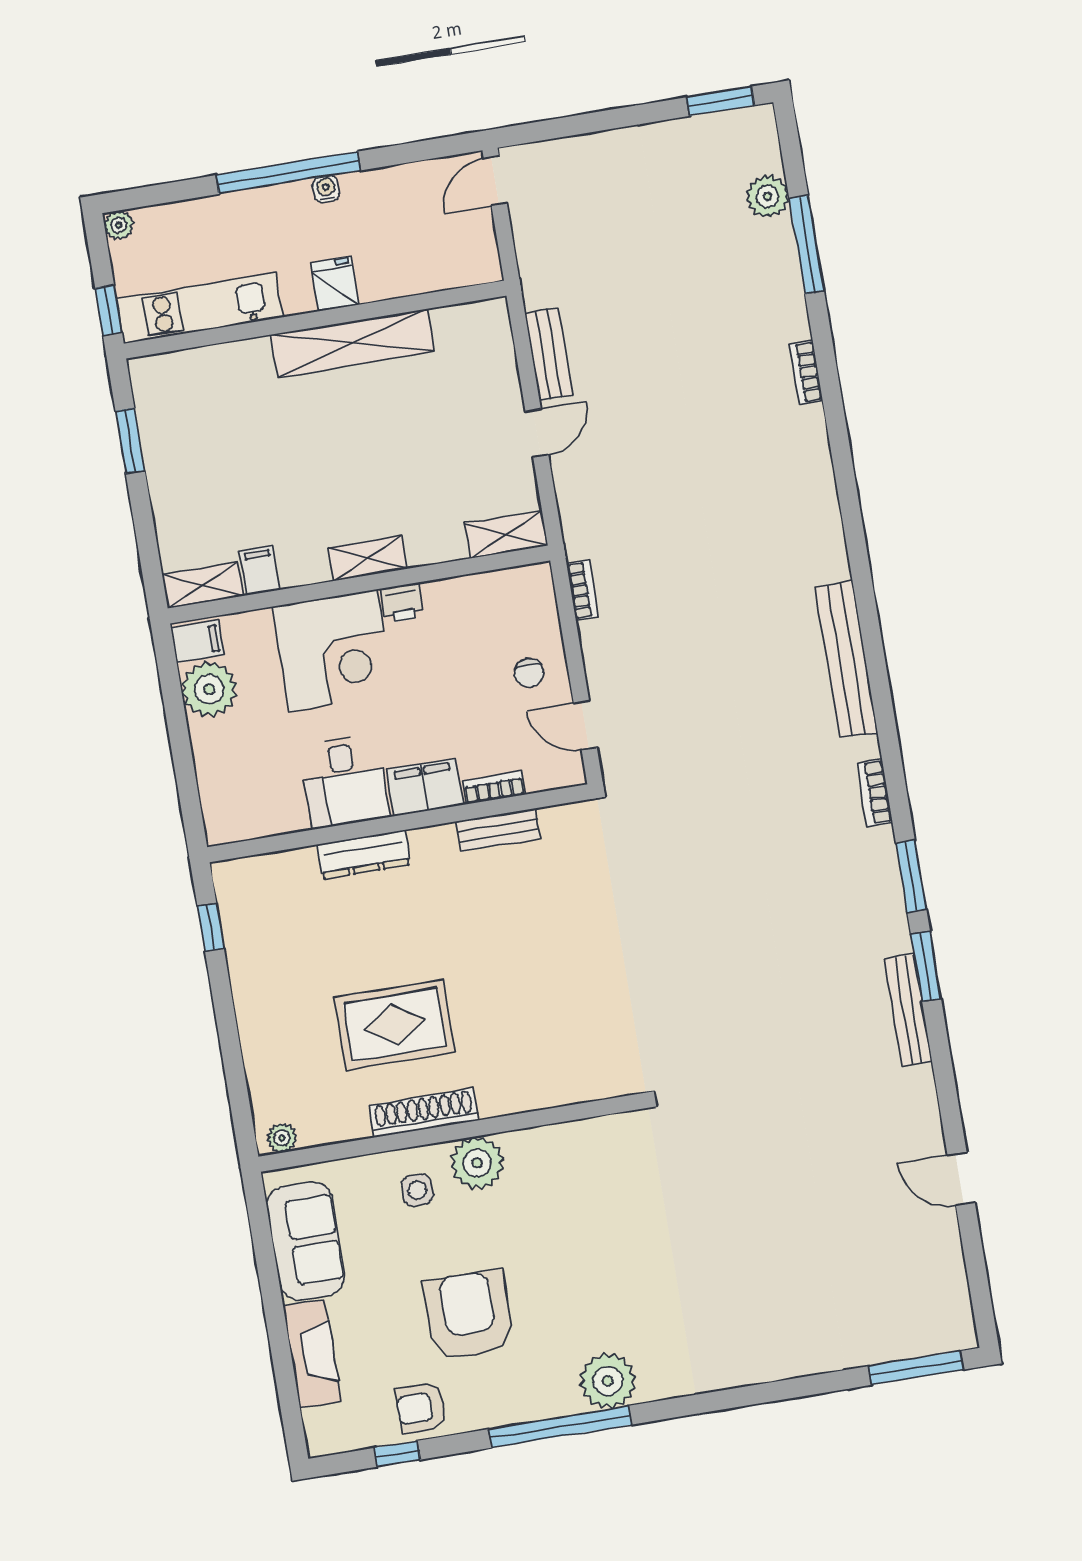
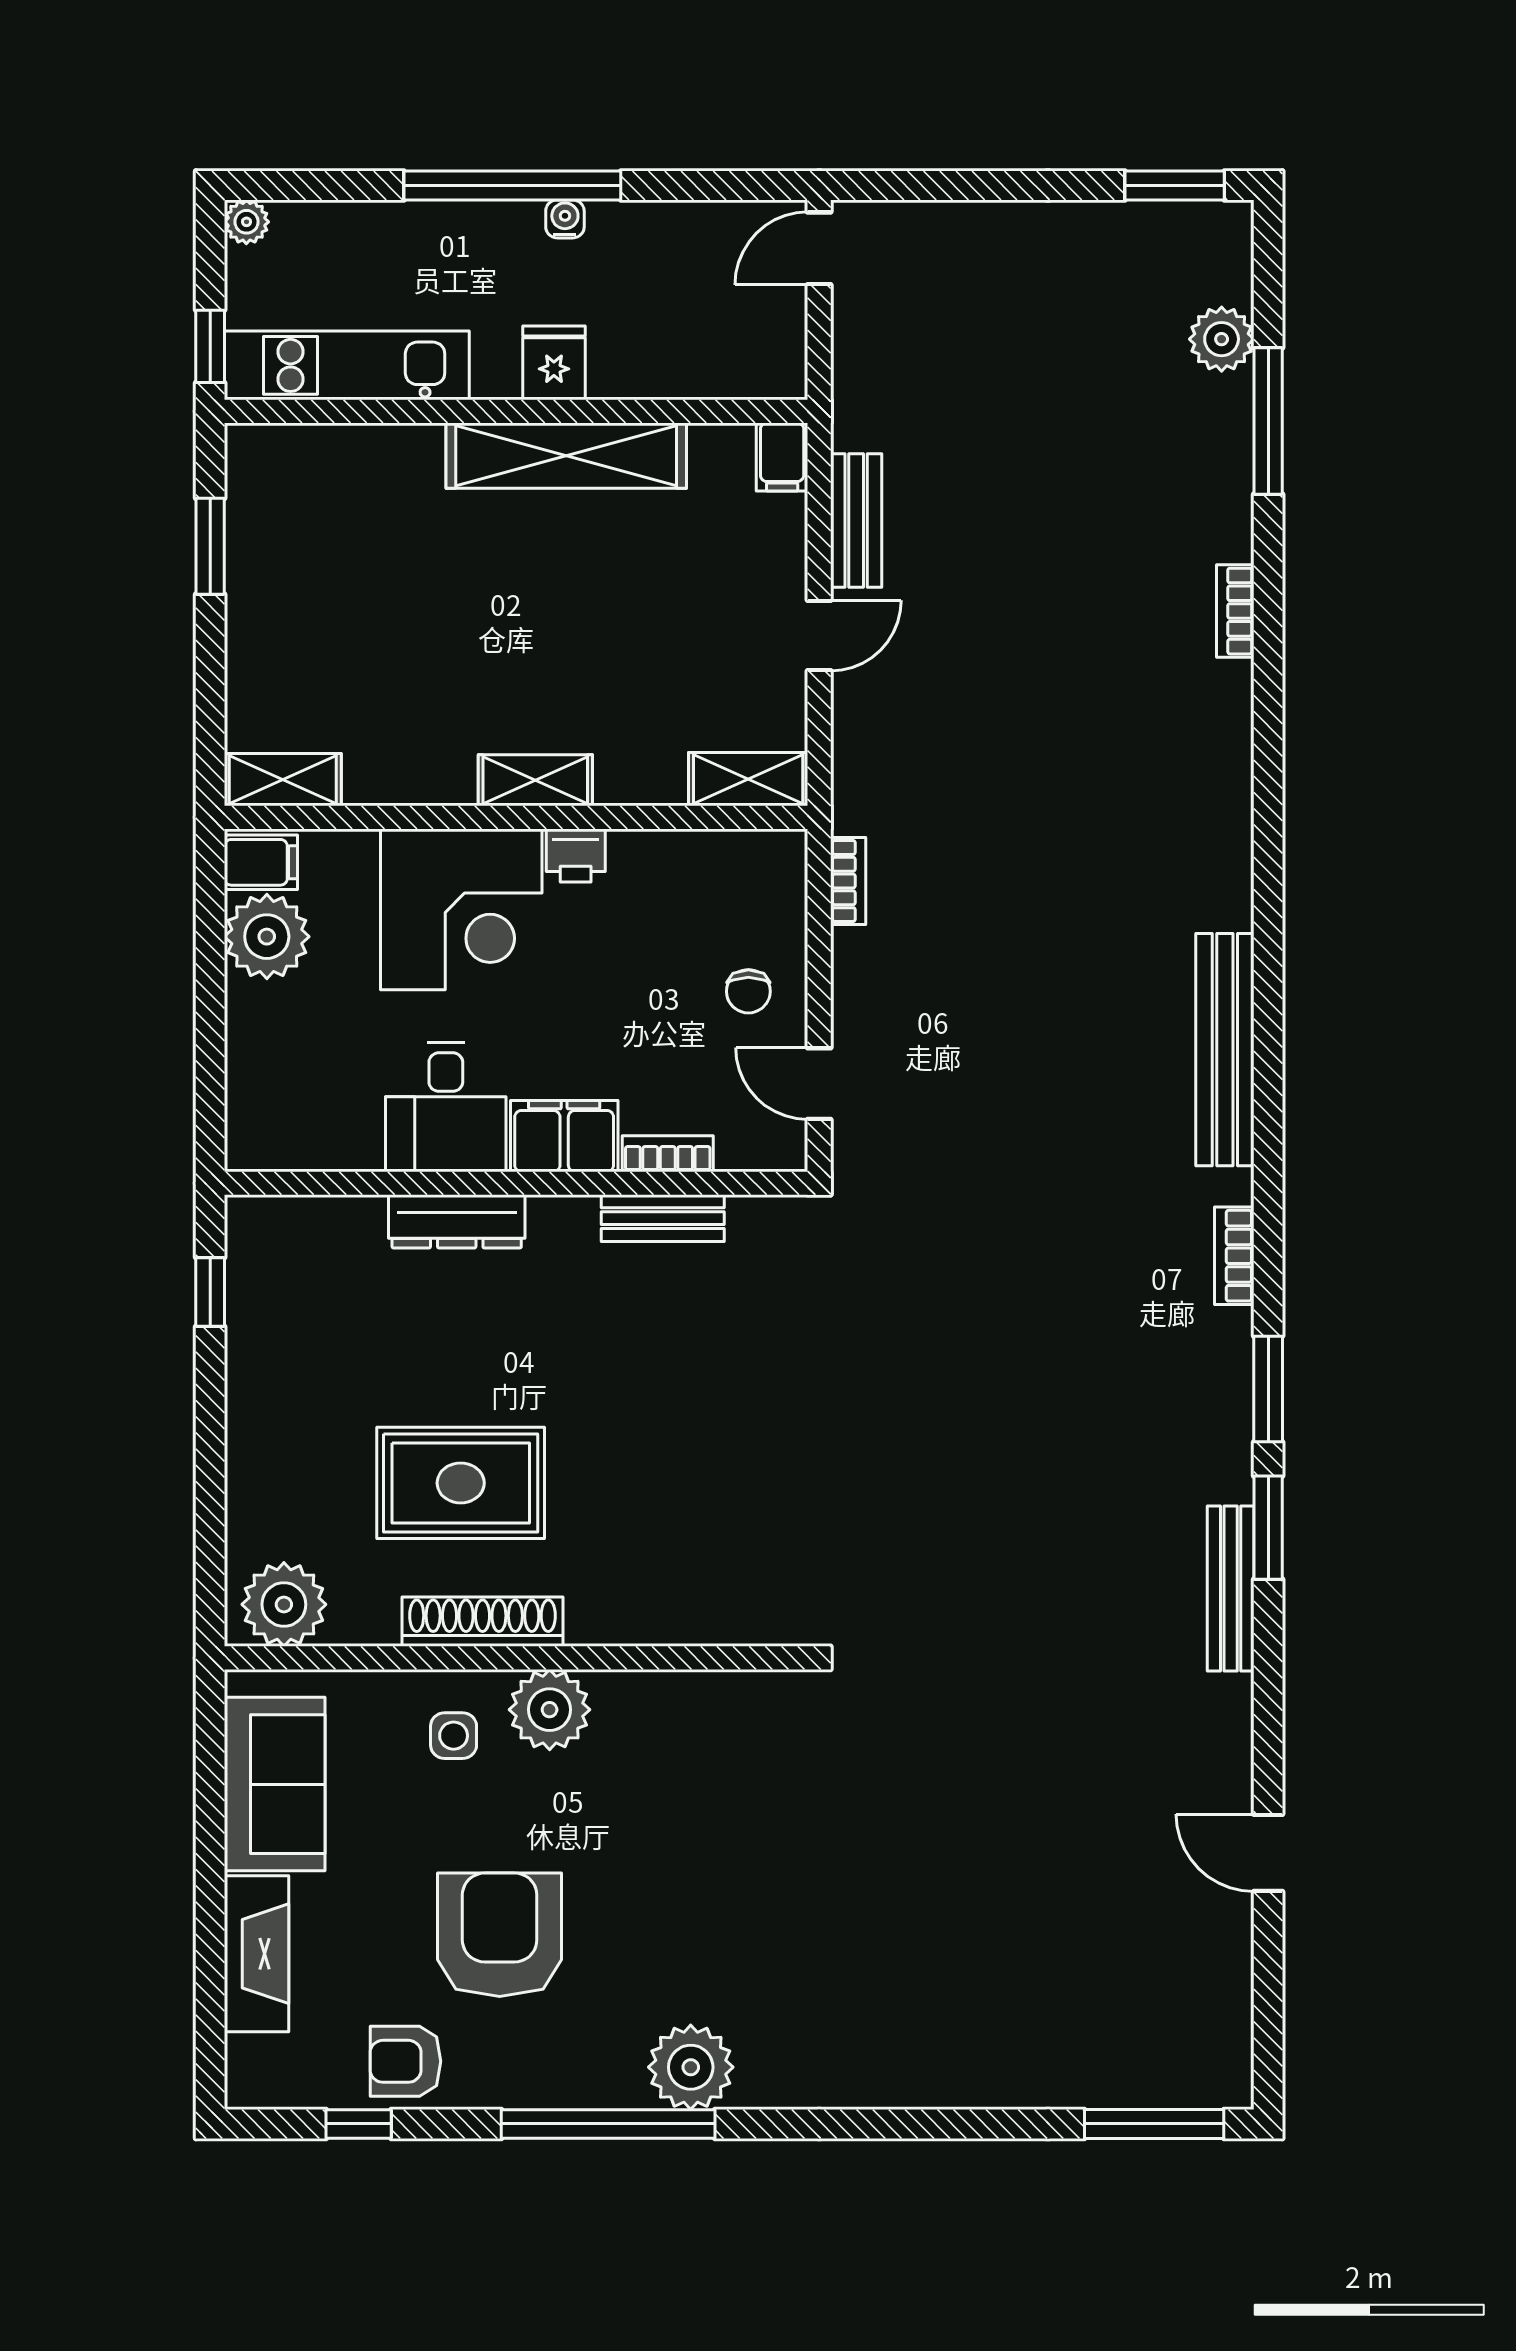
filing cabinet: (260, 570) -> (782, 457), moved, turned 180
plant: (282, 1138) -> (284, 1604), width x1.88, depth x1.88

